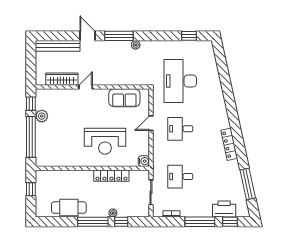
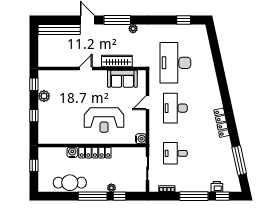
wardrobe: (62, 79) -> (117, 61), moved
desk: (180, 129) -> (175, 108), width x1.37
window: (31, 137) -> (34, 116), width x0.32
water cooler: (71, 175) -> (72, 152), added
locker: (111, 176) -> (95, 153), moved
printer: (224, 209) -> (217, 187), width x0.53, depth x0.68

